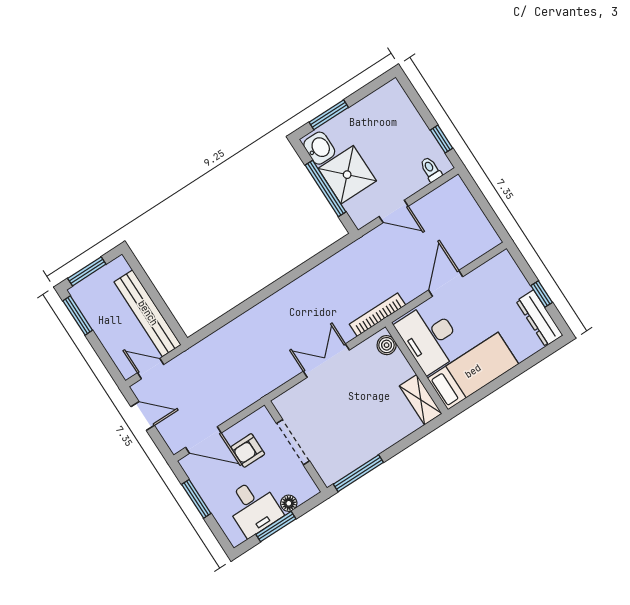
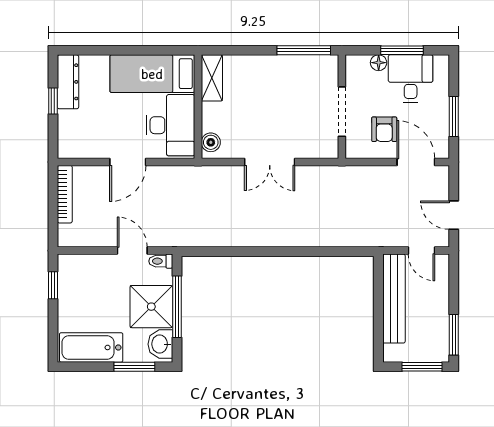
bathtub: (376, 108) -> (91, 347), added
toilet: (431, 169) -> (161, 261), moved, turned 90
bookcase: (378, 315) -> (65, 194), moved, turned -90
armchair: (248, 450) -> (384, 129), turned 90

